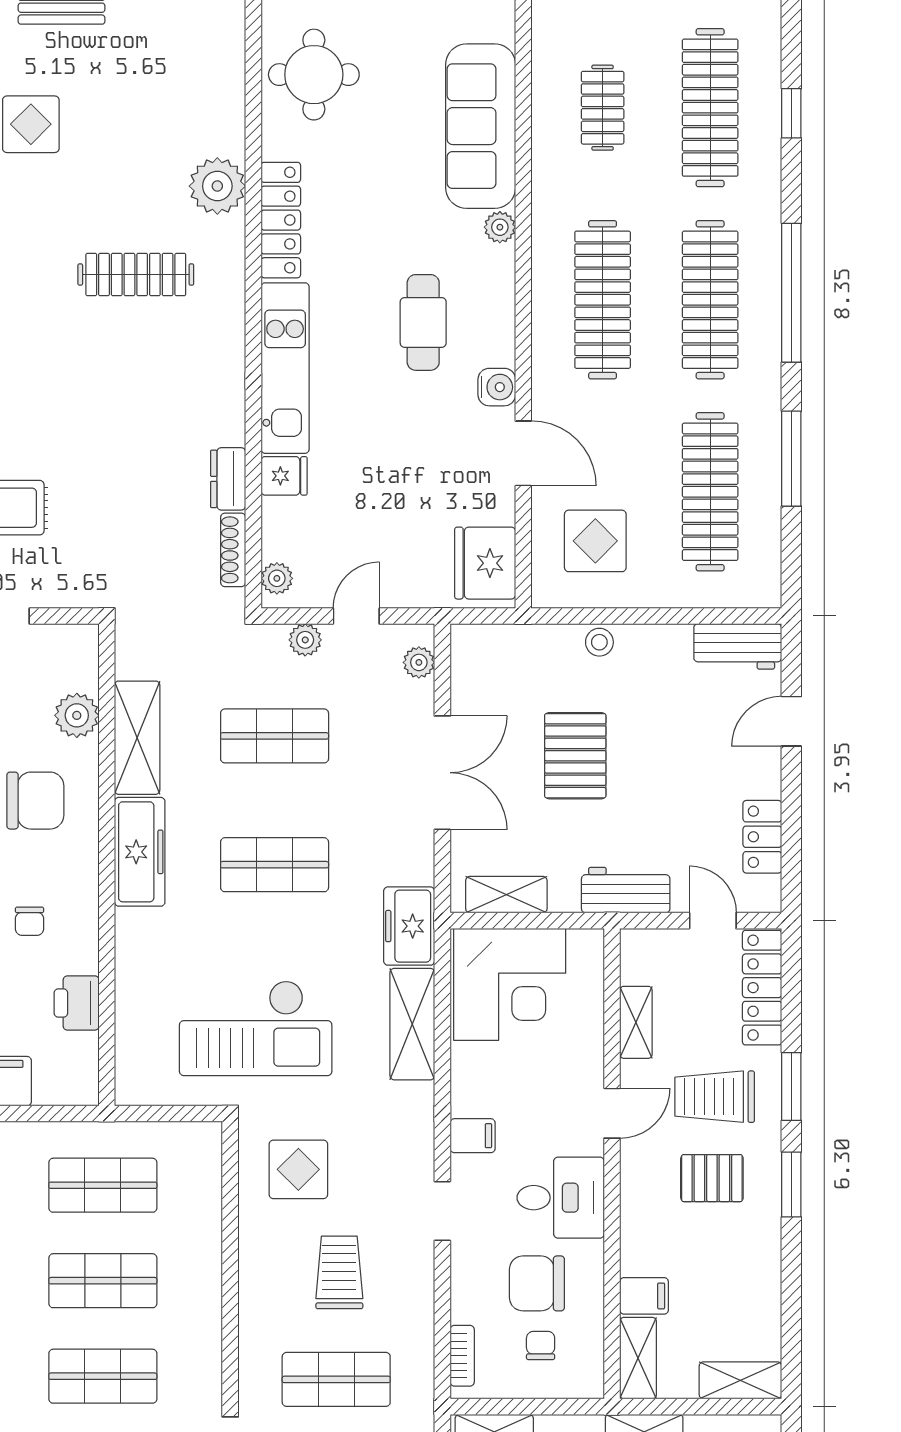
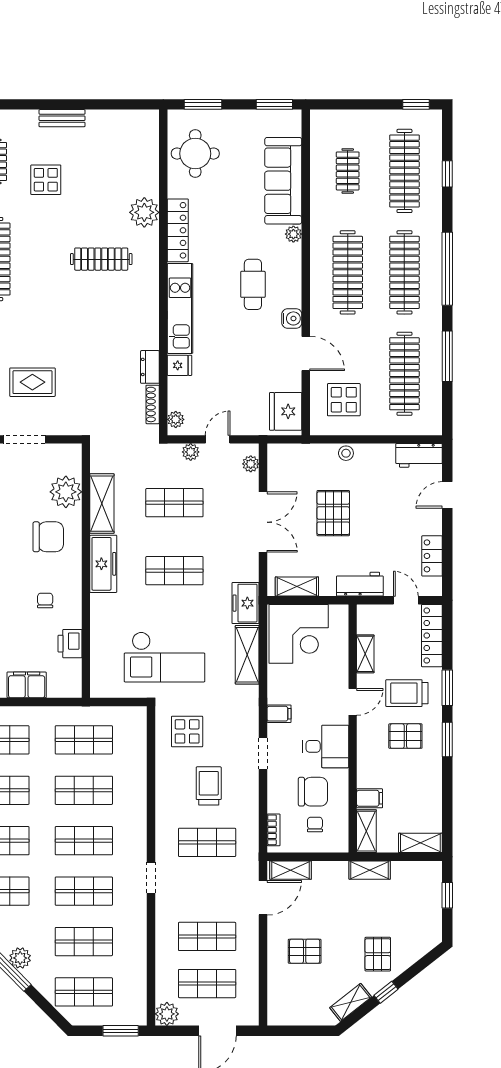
plant: (77, 715) -> (66, 492), width x1.36, depth x1.36
chair: (30, 921) -> (45, 600), turned 180
chair: (537, 1283) -> (313, 792), turned 180

